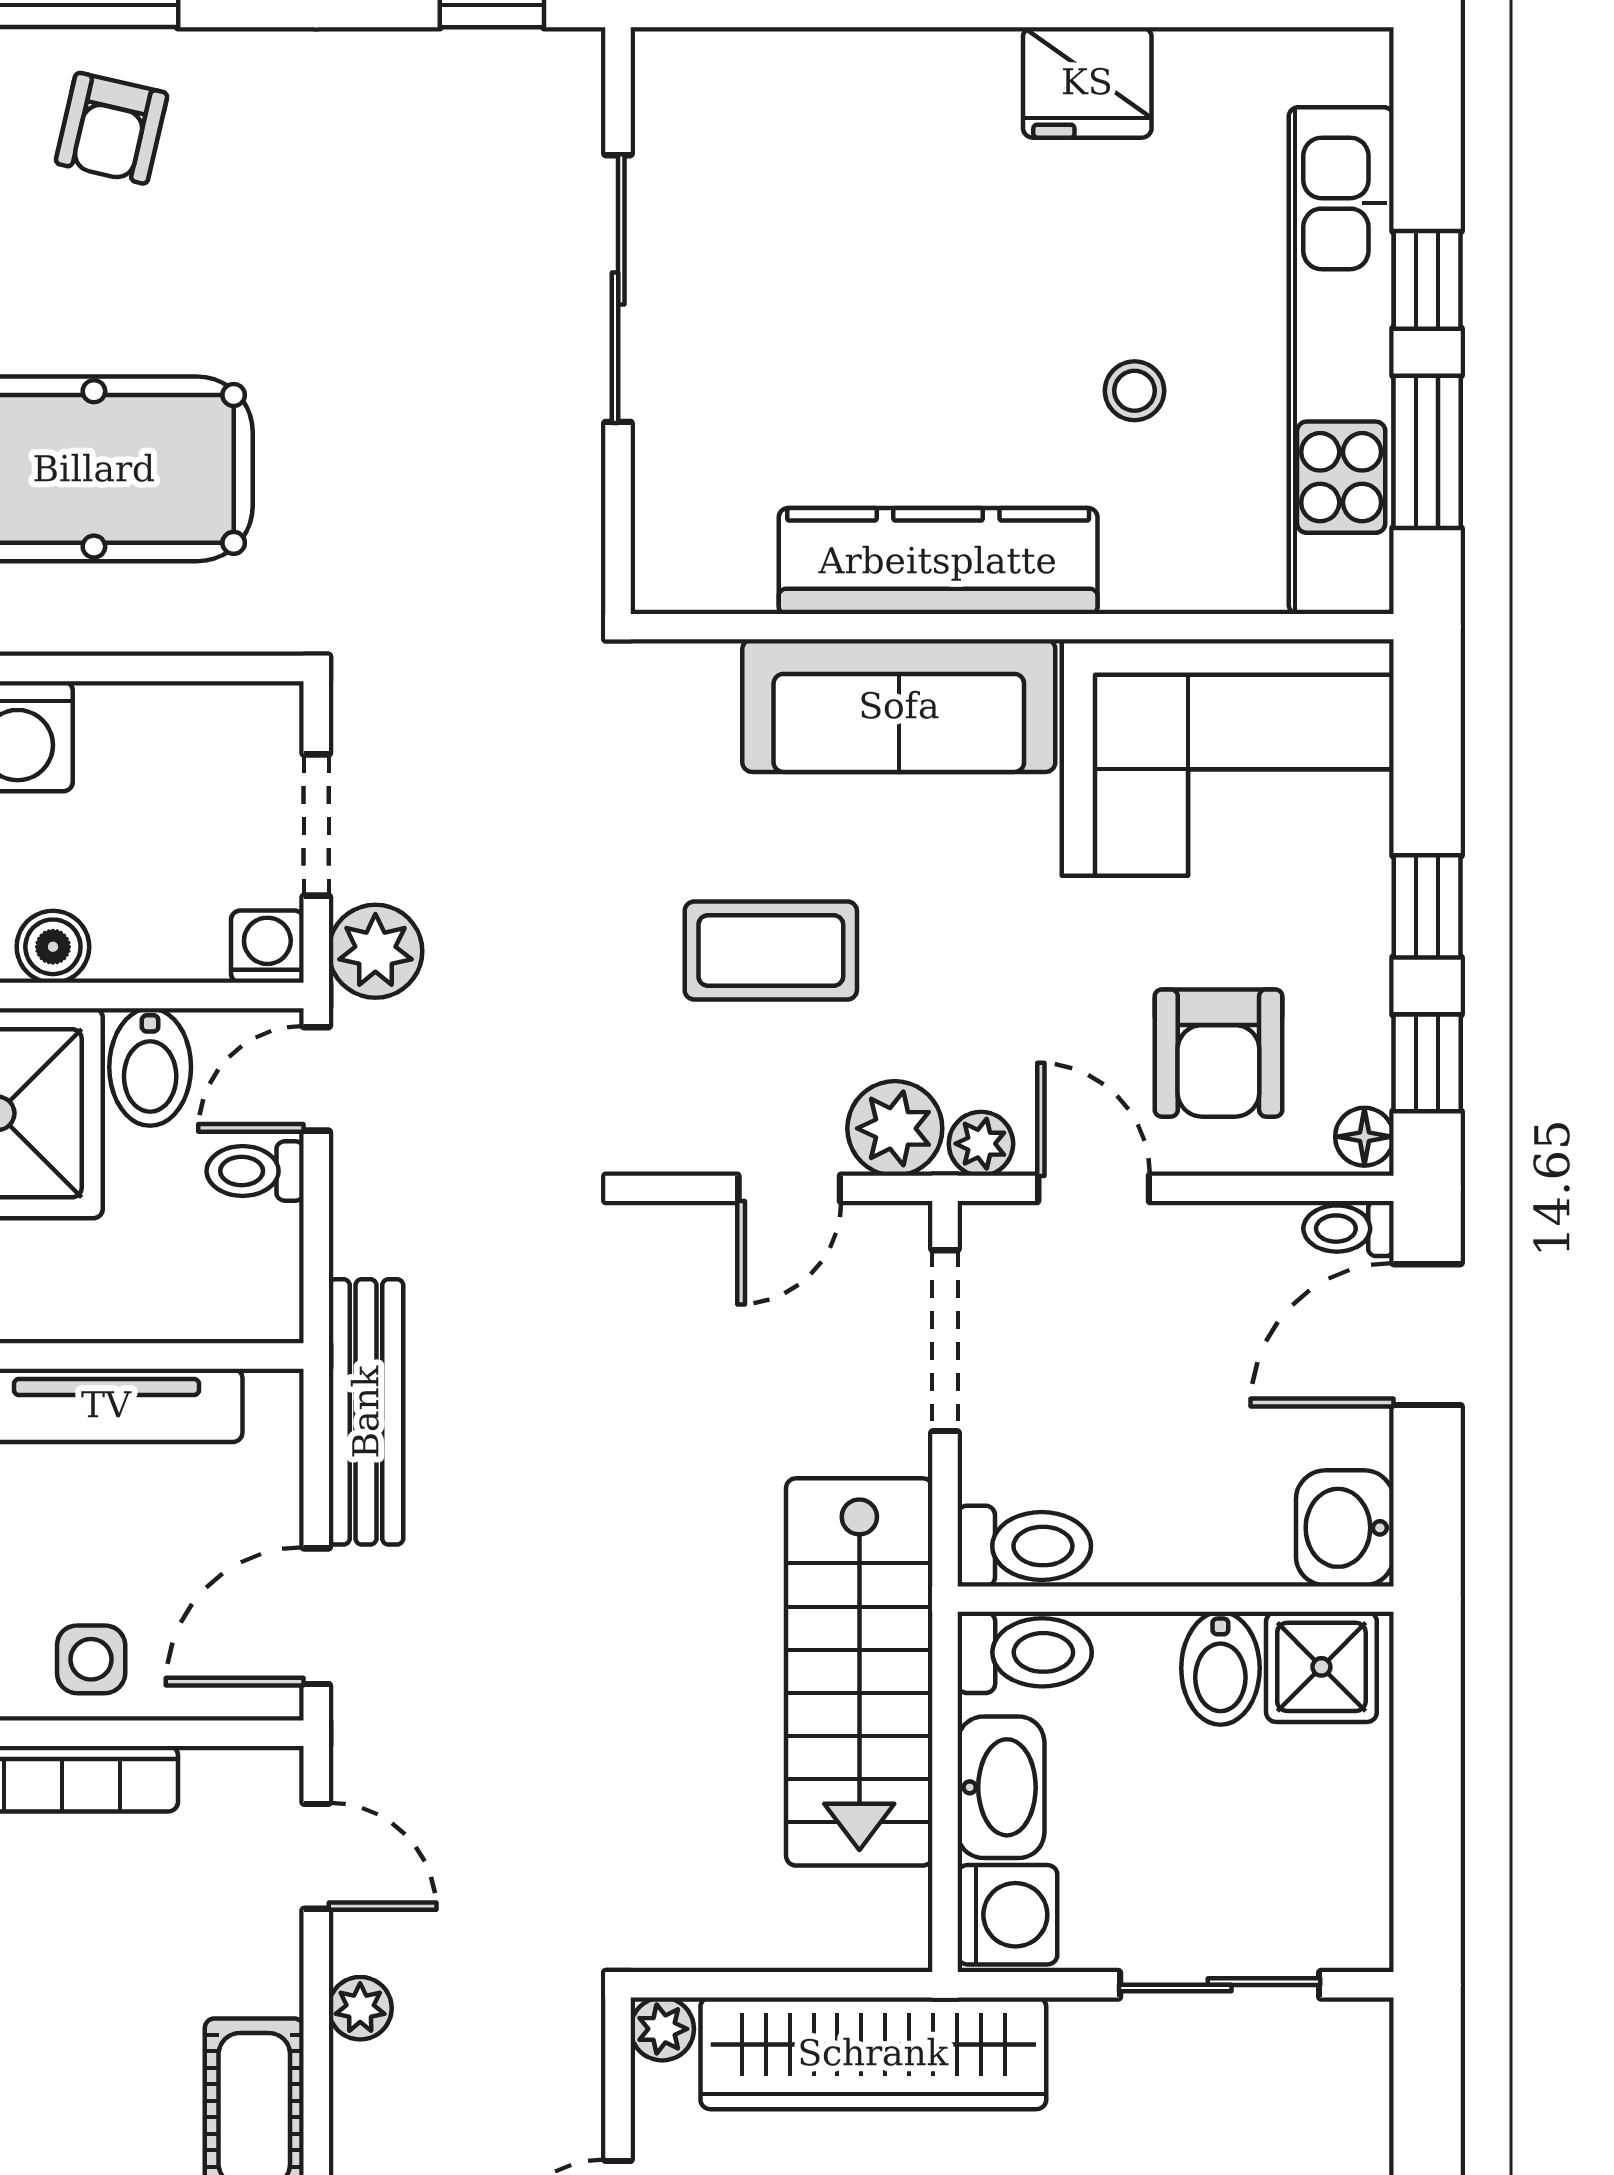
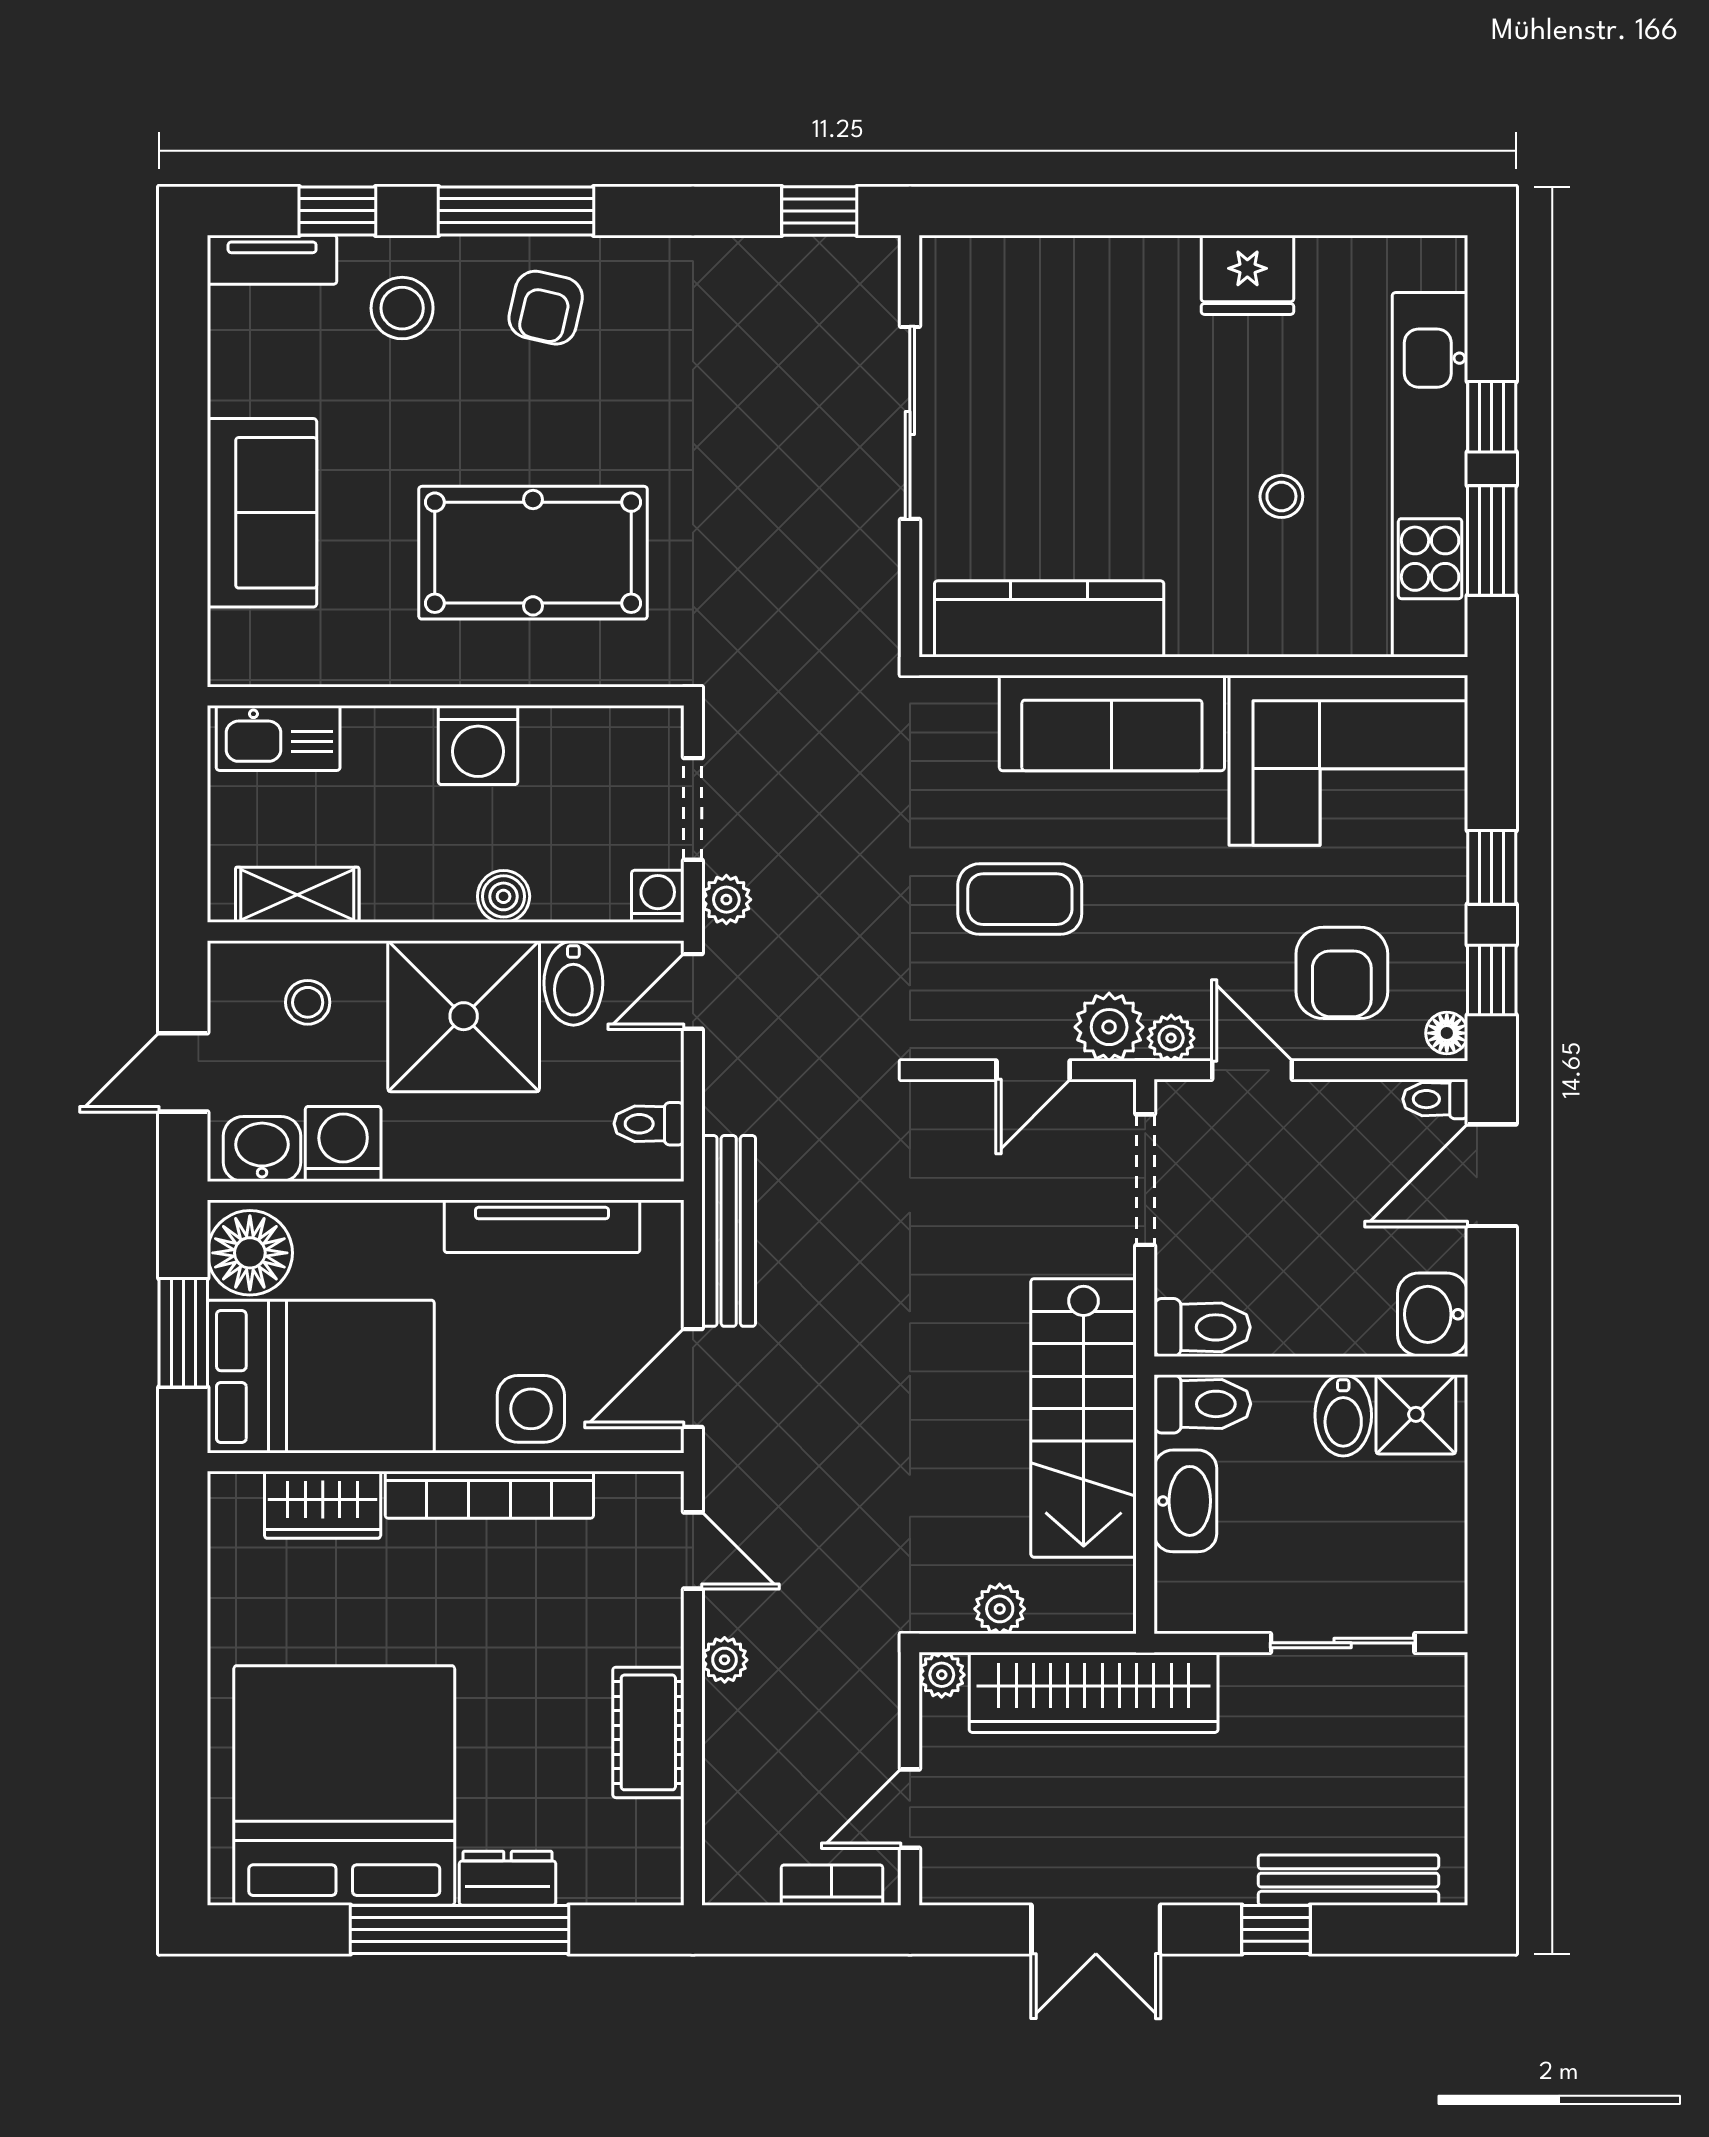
kitchen counter: (938, 561) -> (1049, 619), moved
plant: (375, 951) -> (726, 900), width x0.73, depth x0.73
toilet: (255, 1171) -> (649, 1124), moved
side table: (91, 1659) -> (531, 1409), width x1.37, depth x1.37
washing machine: (1007, 1915) -> (1190, 1593), removed
plant: (743, 1937) -> (1000, 1609), added

